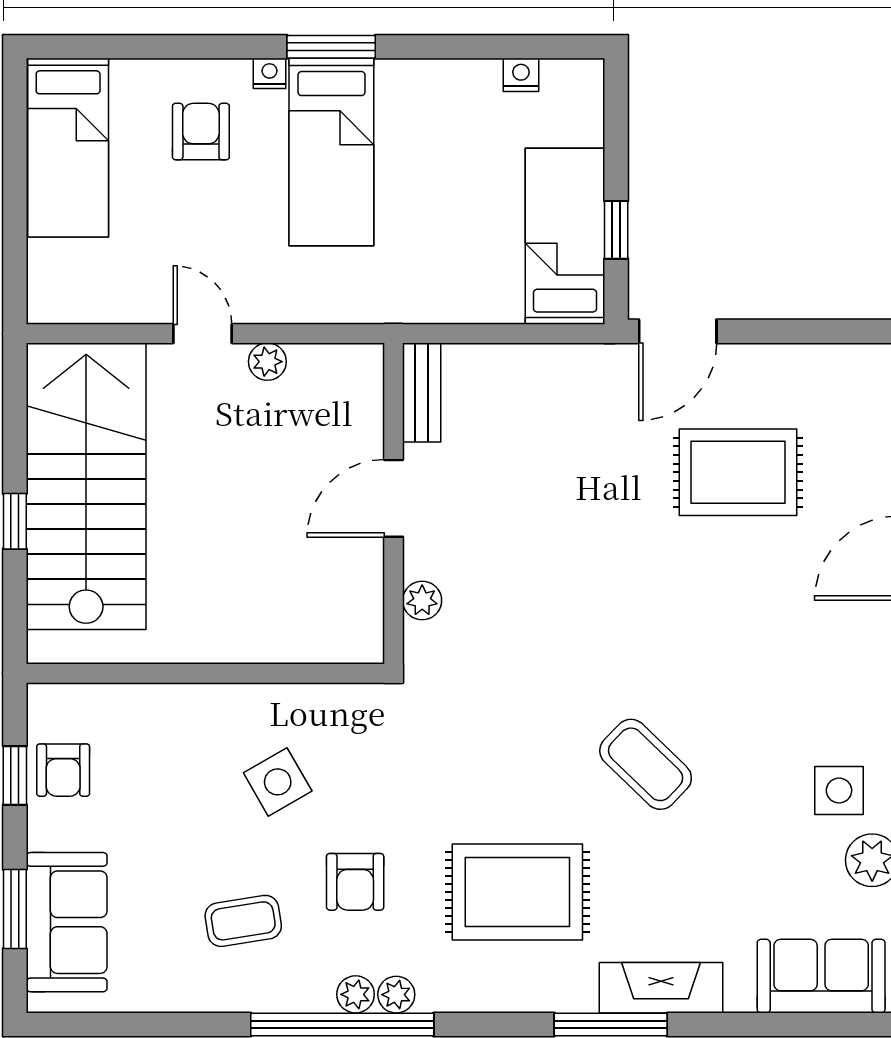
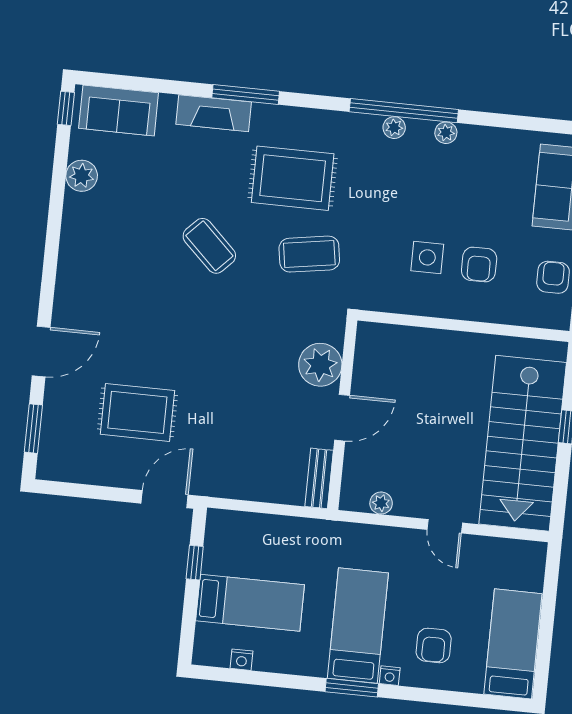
bed: (565, 236) -> (250, 603), moved, turned -90
plant: (267, 362) -> (381, 503), moved
plant: (422, 600) -> (320, 365), width x1.88, depth x1.88
side table: (278, 782) -> (427, 257), turned 30
side table: (839, 790) -> (97, 219), removed
armchair: (355, 882) -> (479, 264), moved, turned 180
coffee table: (243, 921) -> (309, 254), moved, width x1.36, depth x1.30
plant: (396, 995) -> (446, 133), moved

